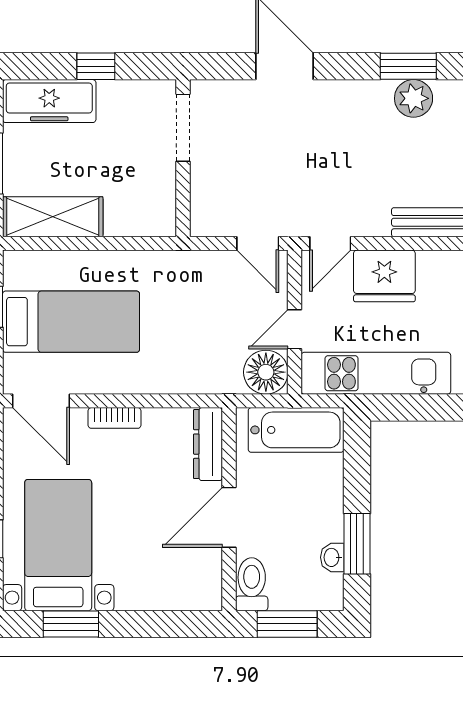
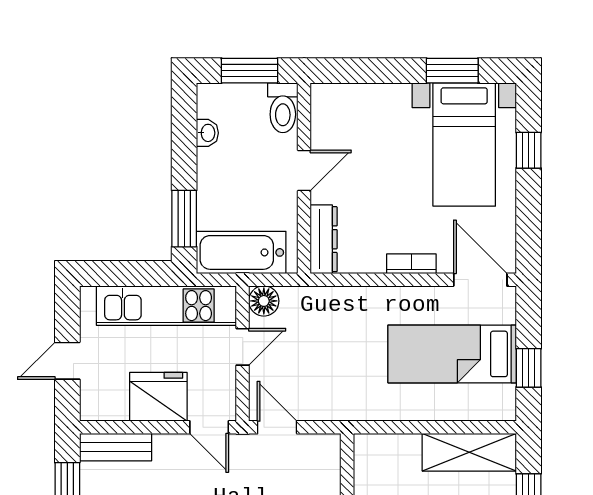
door: (330, 243) -> (209, 427), swing flipped
floor lamp: (266, 372) -> (264, 301), width x0.73, depth x0.73
door: (229, 517) -> (304, 170), width x0.73
window: (357, 544) -> (184, 219), moved

